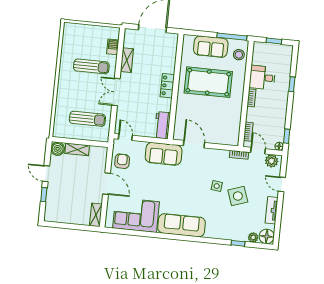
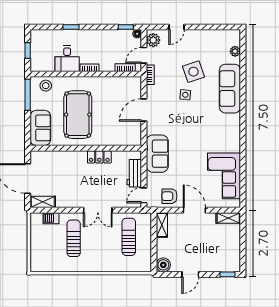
sofa: (211, 47) -> (40, 128), moved
shelving: (127, 60) -> (43, 202), moved
locker: (167, 86) -> (99, 157), moved
workbench: (162, 125) -> (134, 173), moved, turned 90
door: (194, 144) -> (144, 110), moved
shelving: (77, 149) -> (162, 225), moved
door: (107, 184) -> (194, 210), hinge flipped
window: (44, 195) -> (228, 274), moved
tv unit: (272, 210) -> (205, 35), removed
sofa: (182, 225) -> (230, 89), moved
floor lamp: (267, 236) -> (233, 37), removed
window: (238, 243) -> (243, 66), removed

